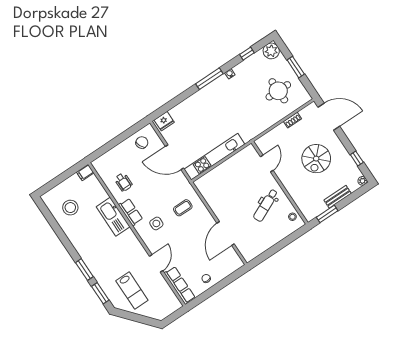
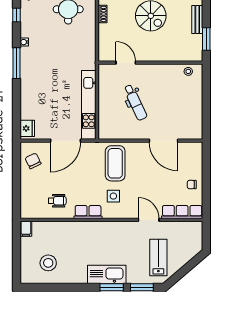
dental chair: (266, 205) -> (135, 102), moved
coffee table: (183, 208) -> (115, 163), width x1.86, depth x1.72
kitchen sink: (113, 217) -> (107, 274), moved, turned 180
lab bench: (132, 291) -> (158, 258), turned -90

